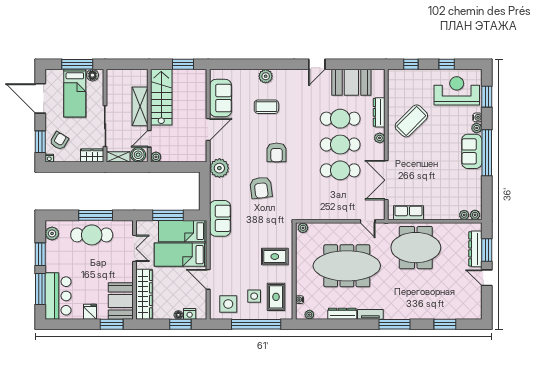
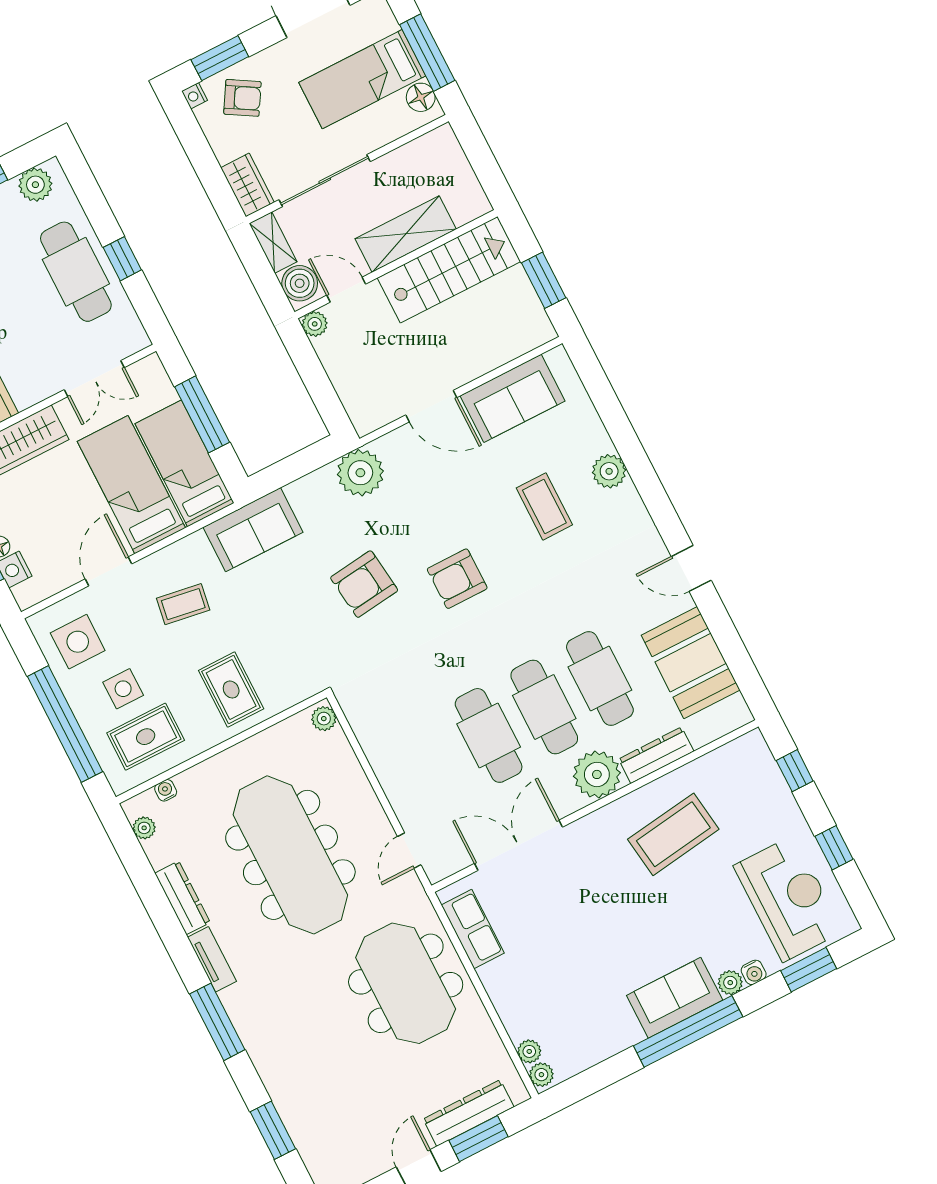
coffee table: (411, 121) -> (673, 834), turned -53
plant: (380, 138) -> (597, 774), width x1.88, depth x1.88
window: (96, 215) -> (122, 259), width x0.46
coffee table: (234, 258) -> (183, 604), added

